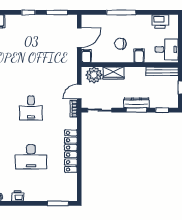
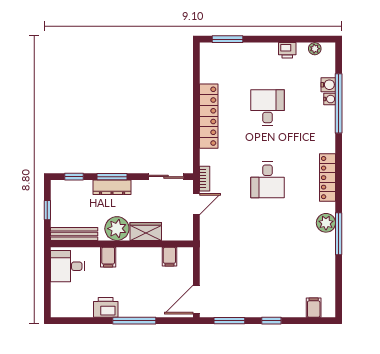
printer: (160, 21) -> (106, 307), moved
door: (79, 38) -> (196, 299), moved
chair: (120, 44) -> (136, 275), removed
filing cabinet: (86, 56) -> (169, 257), moved
plant: (94, 75) -> (117, 229), moved
desk: (31, 108) -> (268, 180), turned 180
desk: (31, 157) -> (268, 108), width x0.73

